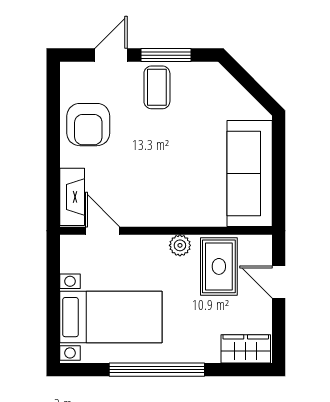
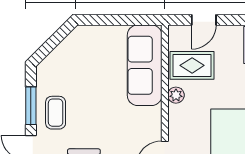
coffee table: (157, 87) -> (56, 113), turned 90
sofa: (250, 174) -> (145, 65), moved, turned 90

